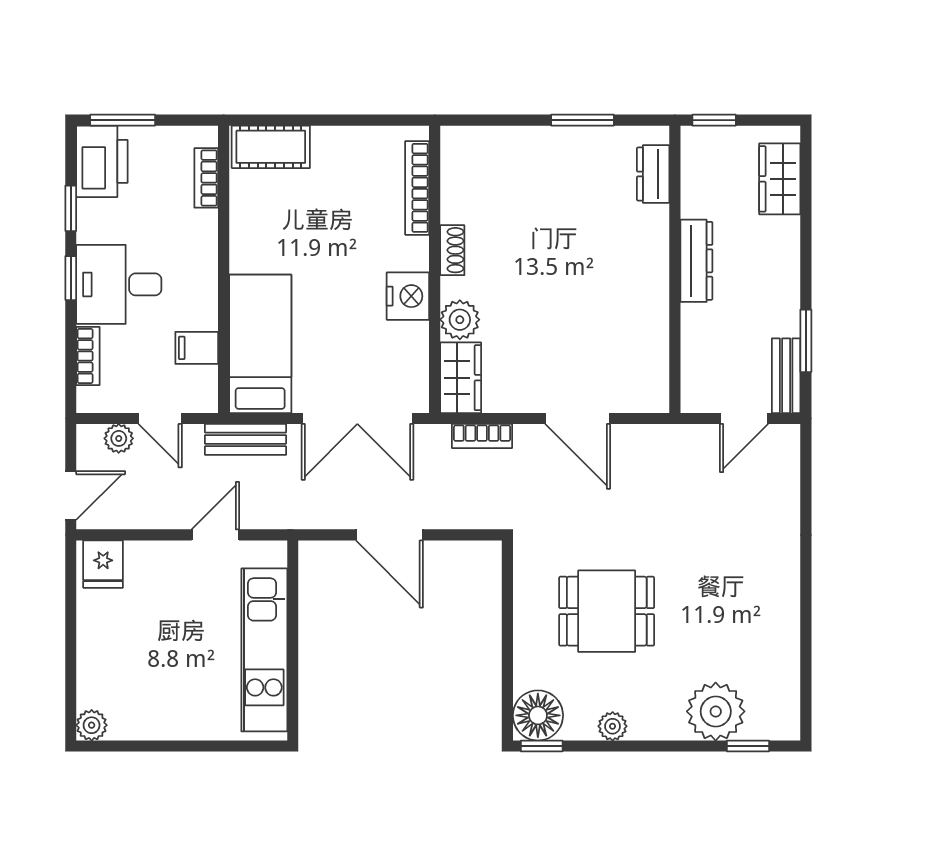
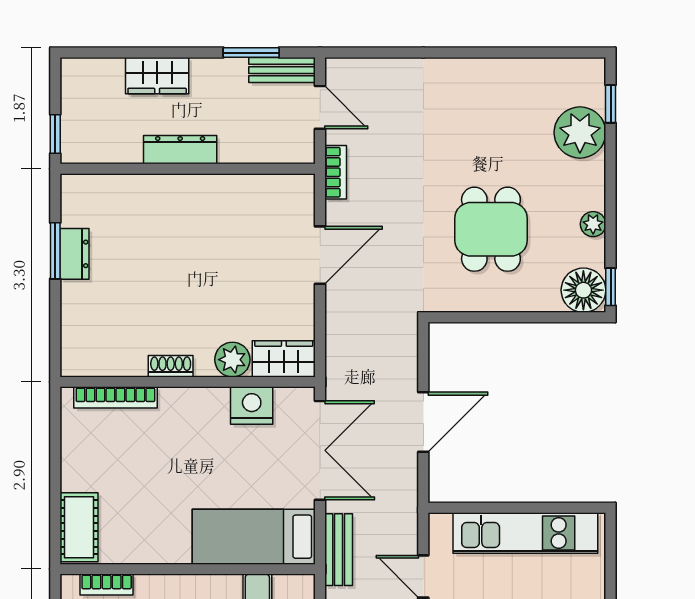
dresser: (653, 174) -> (74, 254), moved, turned -90
wardrobe: (780, 179) -> (157, 76), moved
nightstand: (408, 296) -> (252, 406), moved
bookcase: (482, 436) -> (336, 172), moved

